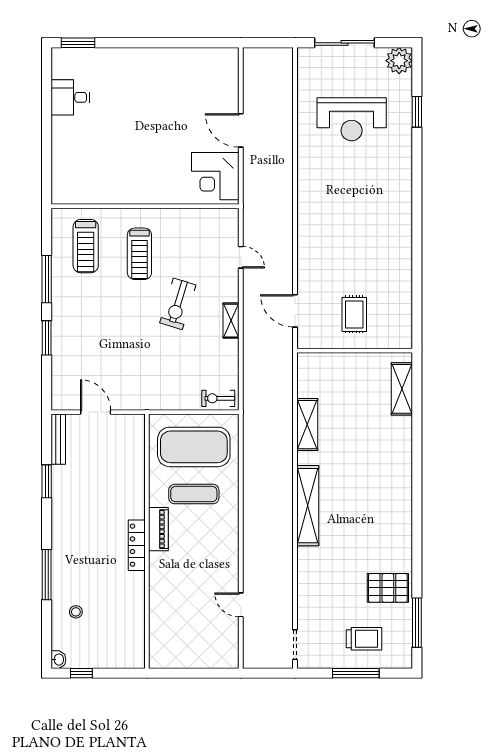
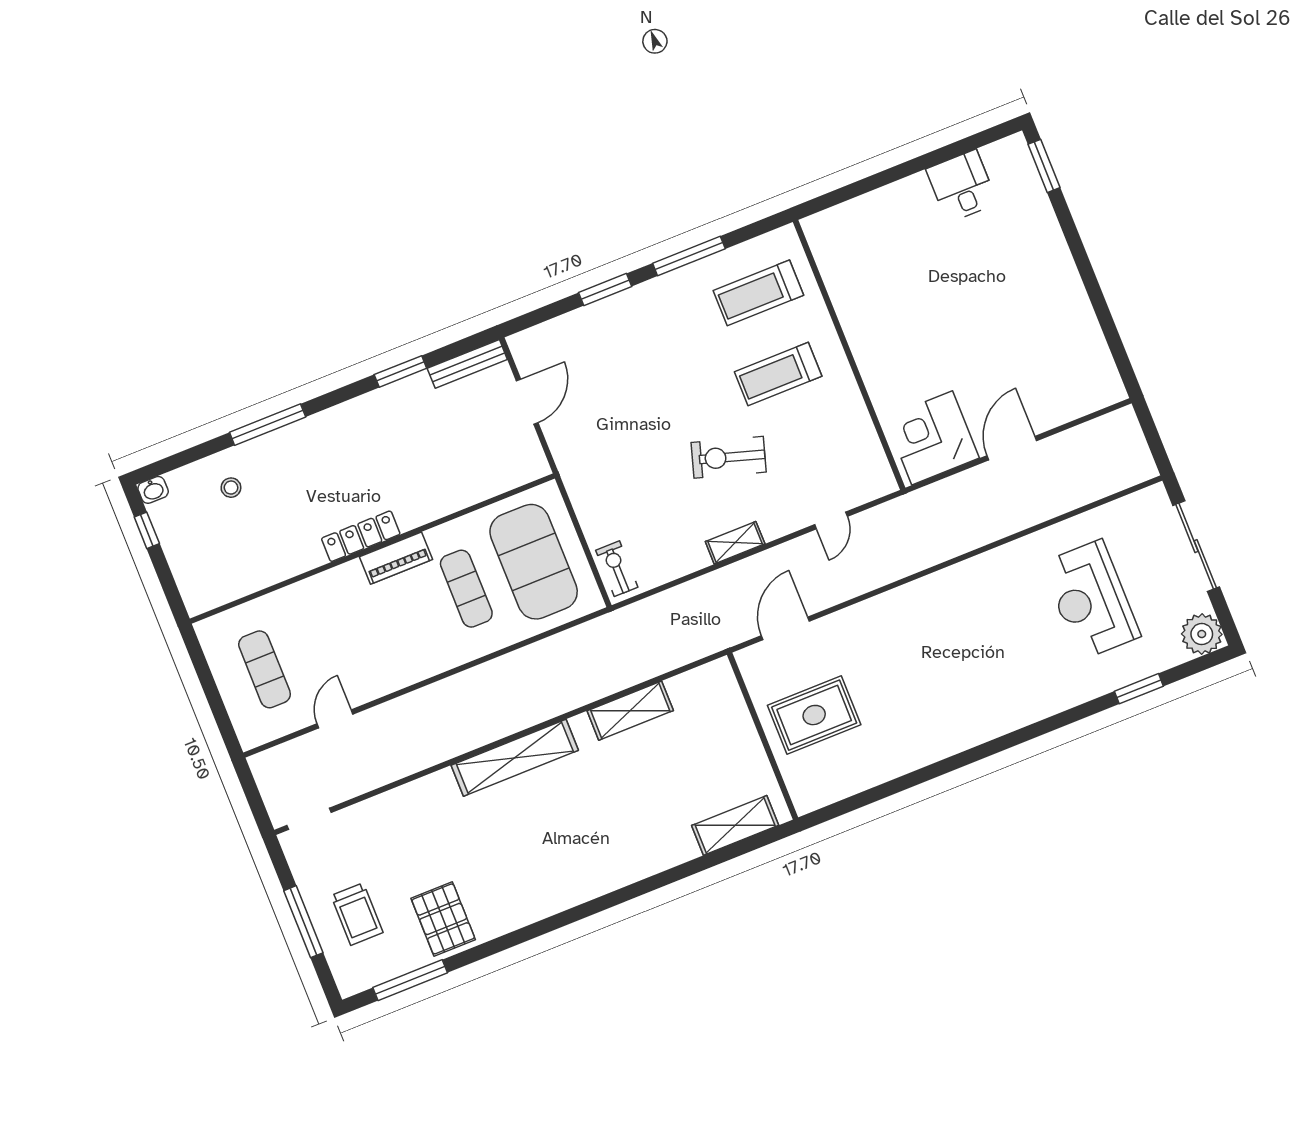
rug: (354, 314) -> (814, 715), width x1.36, depth x1.43
exercise mat: (194, 636) -> (265, 669), added

